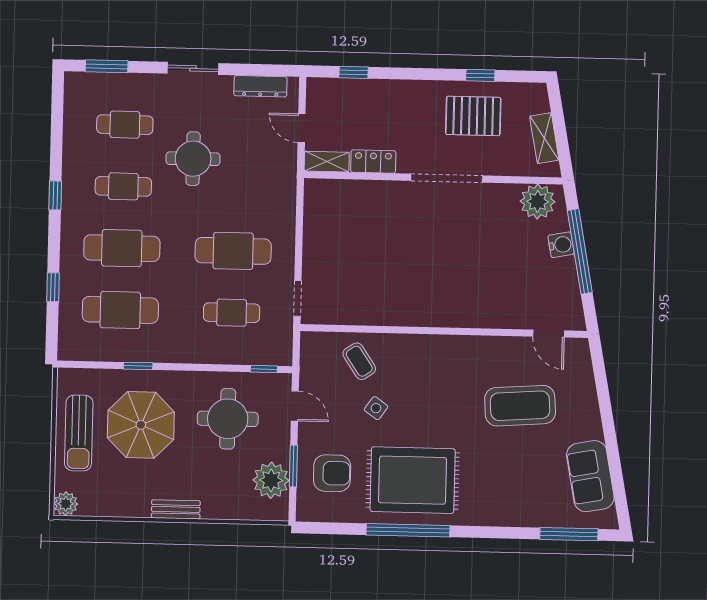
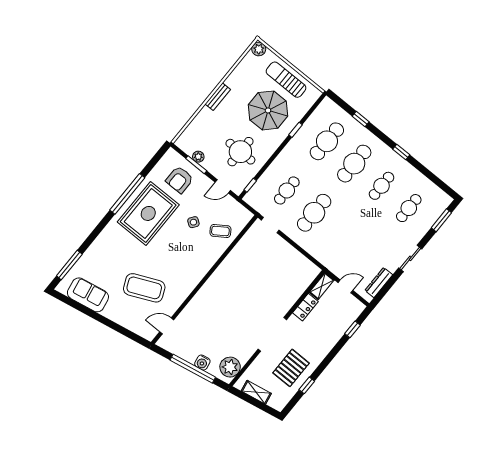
round table: (193, 159) -> (370, 227), removed
coffee table: (520, 406) -> (144, 288), turned 70
plant: (271, 480) -> (198, 157), width x0.53, depth x0.53

